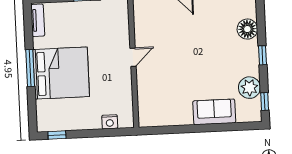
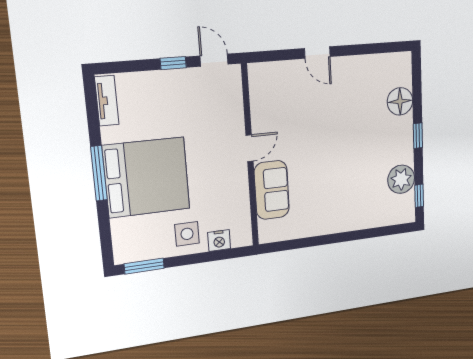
sofa: (214, 112) -> (272, 190), moved, turned 90
side table: (87, 115) -> (187, 234), added
window: (57, 135) -> (144, 266), width x1.50

